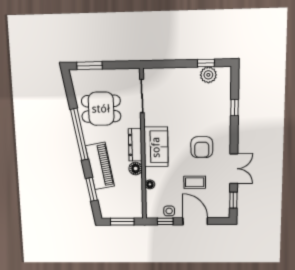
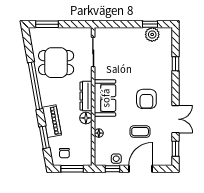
piano: (100, 166) -> (52, 121), width x0.73, depth x0.75
chair: (114, 206) -> (64, 153), added
door: (195, 221) -> (140, 169), hinge flipped

